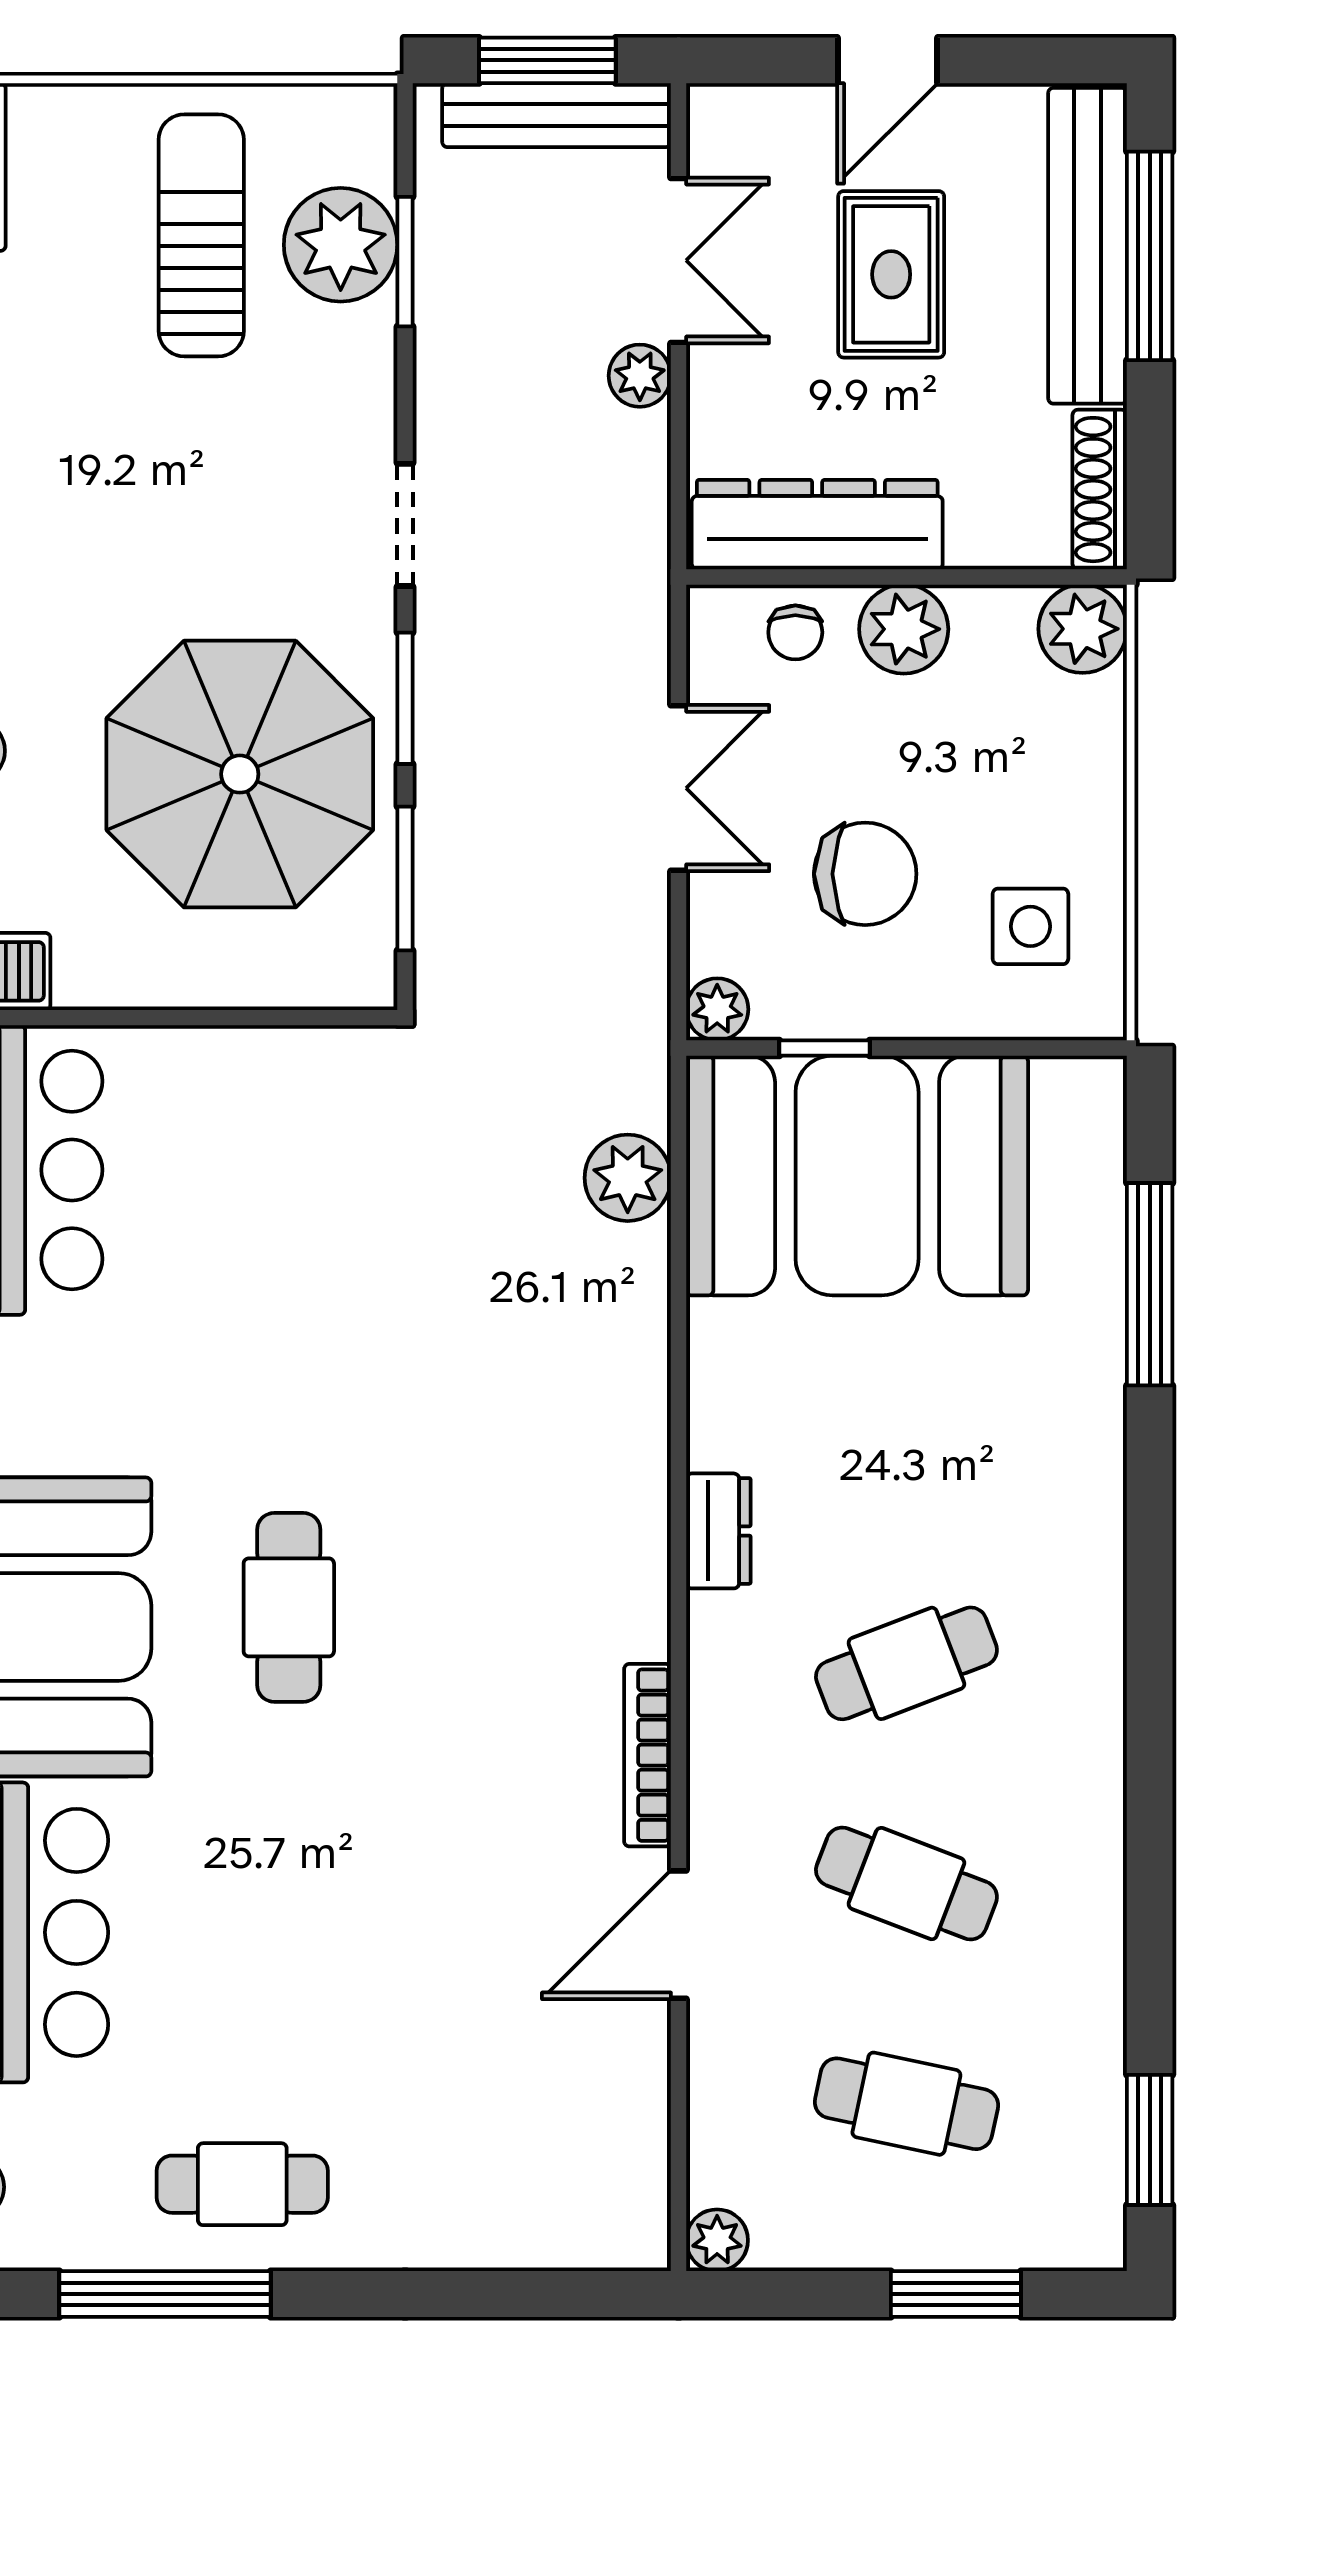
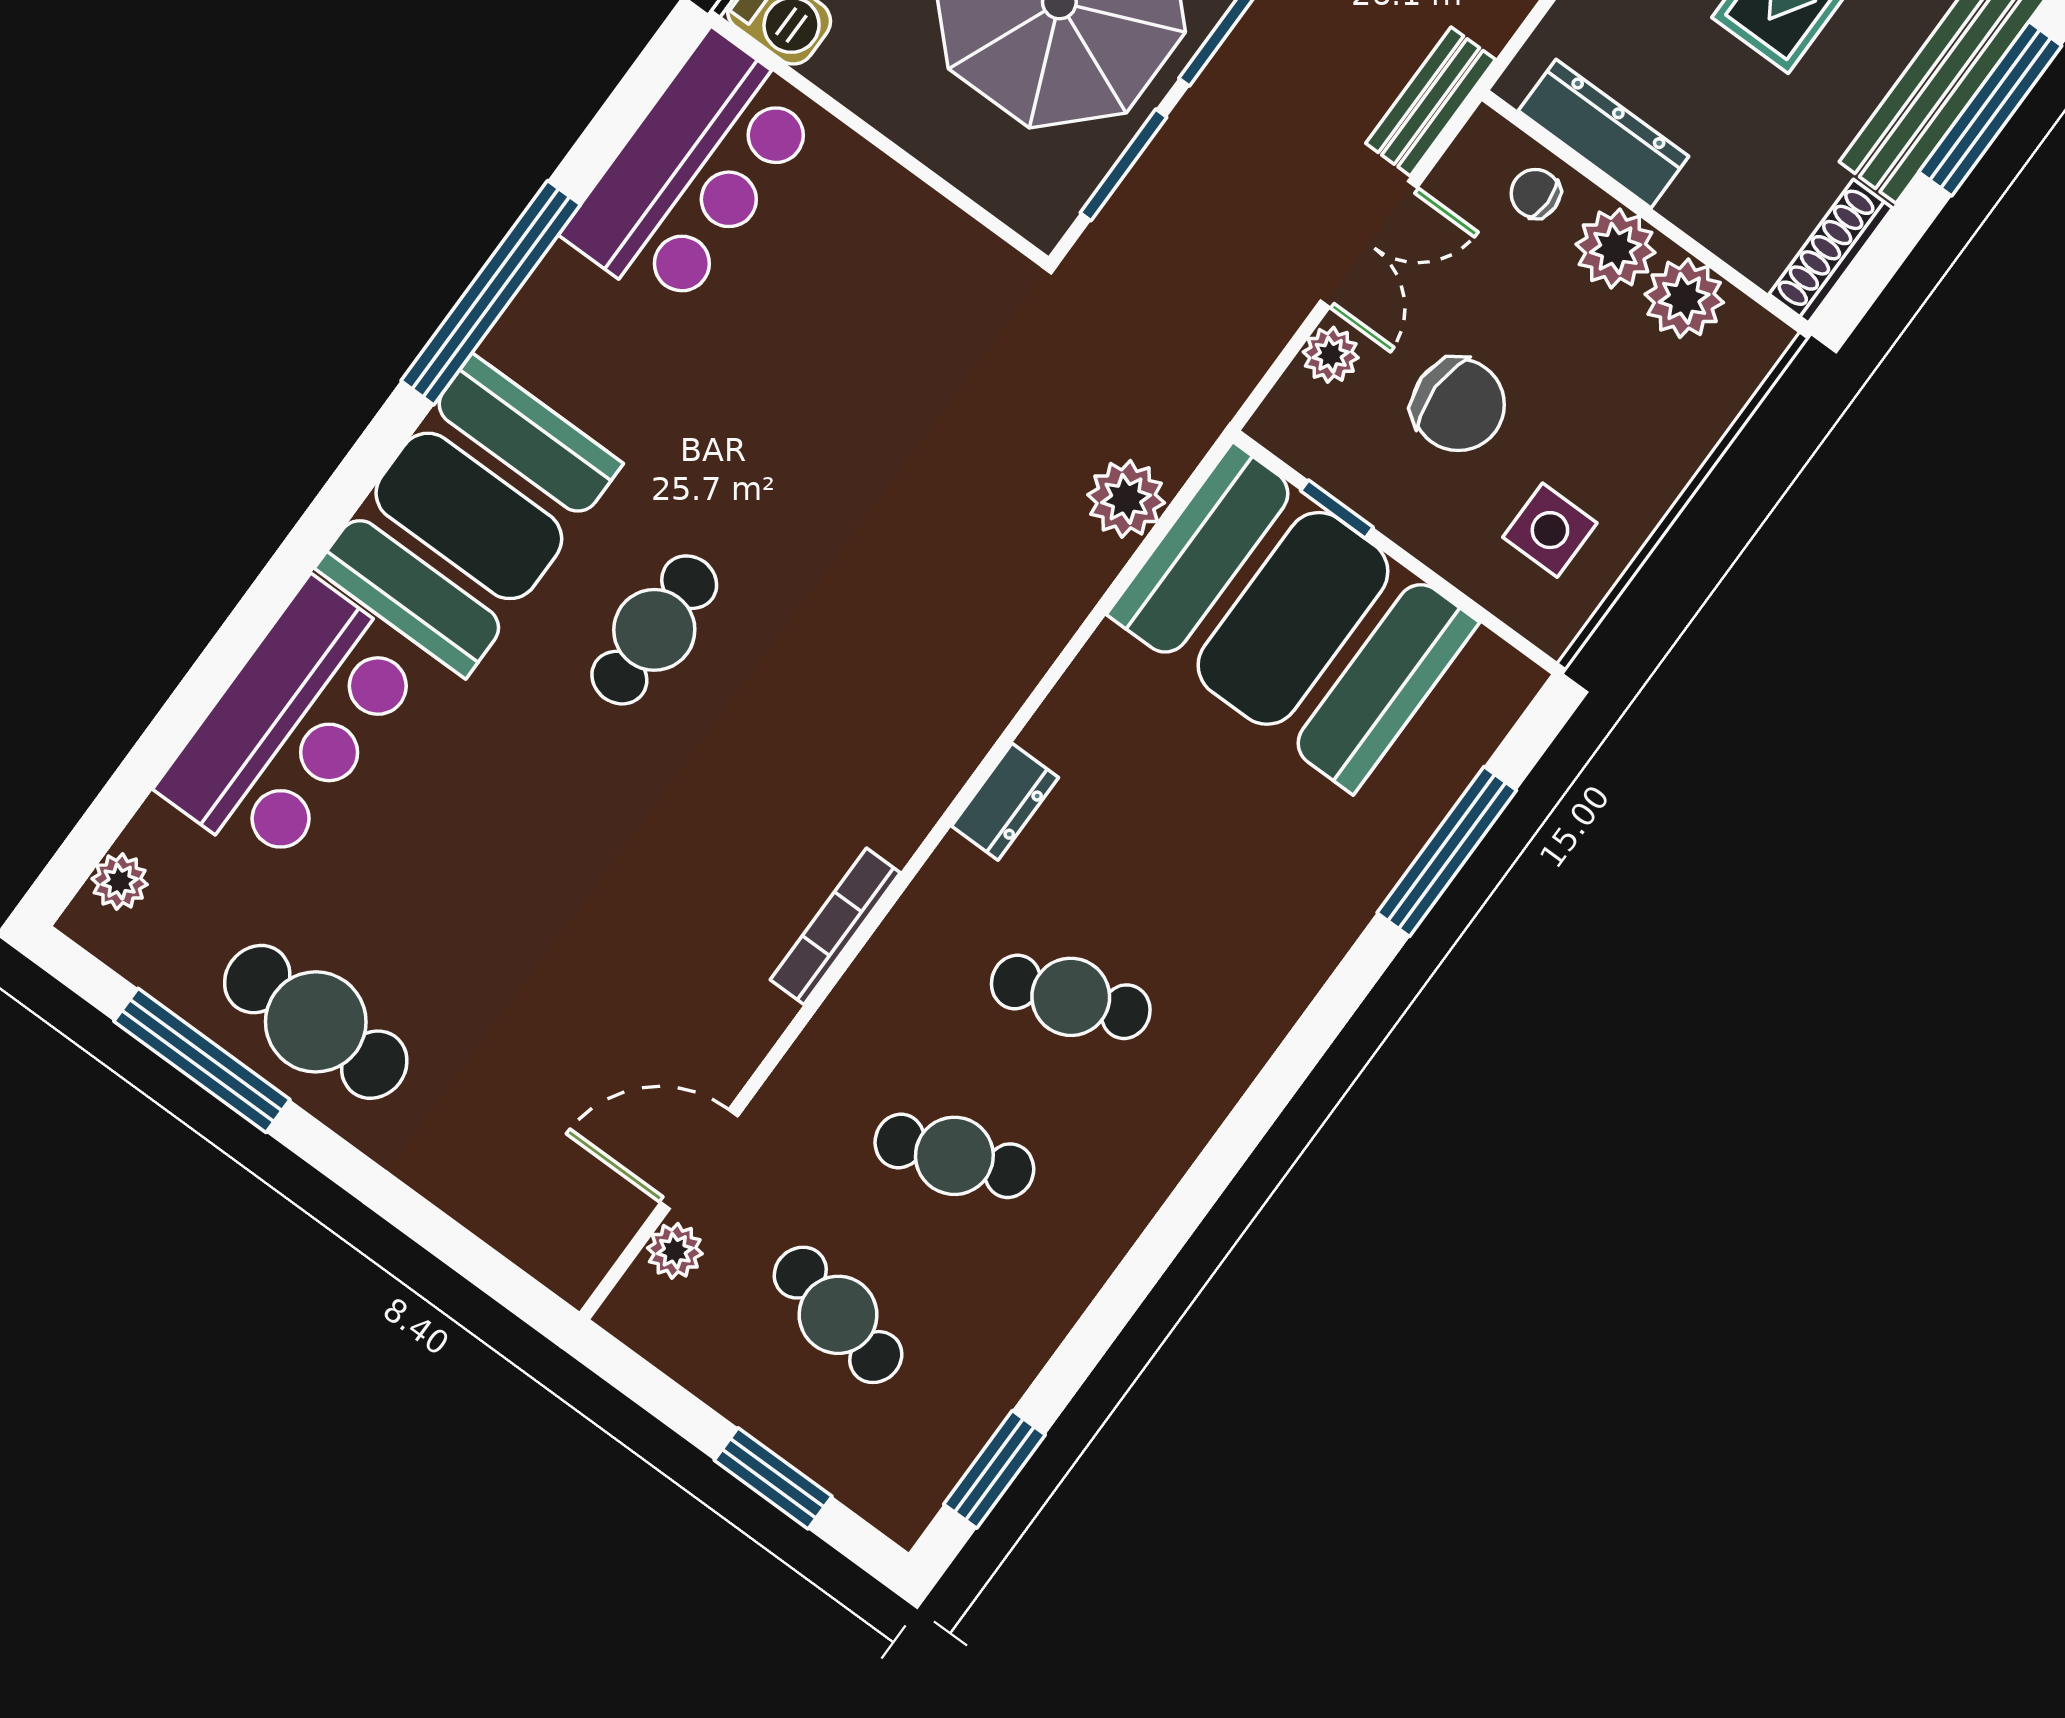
dresser: (817, 525) -> (1604, 134), width x0.73, depth x0.80
bench: (640, 619) -> (1431, 101), added
plant: (1083, 629) -> (1684, 298), moved
chair: (795, 632) -> (1535, 193), turned 90
plant: (717, 1009) -> (1331, 355), moved
cafe table: (906, 1884) -> (954, 1156), turned -42
door: (679, 1935) -> (699, 1159), moved
cafe table: (242, 2184) -> (316, 1022), width x1.37, depth x1.35
plant: (717, 2240) -> (675, 1251), moved

